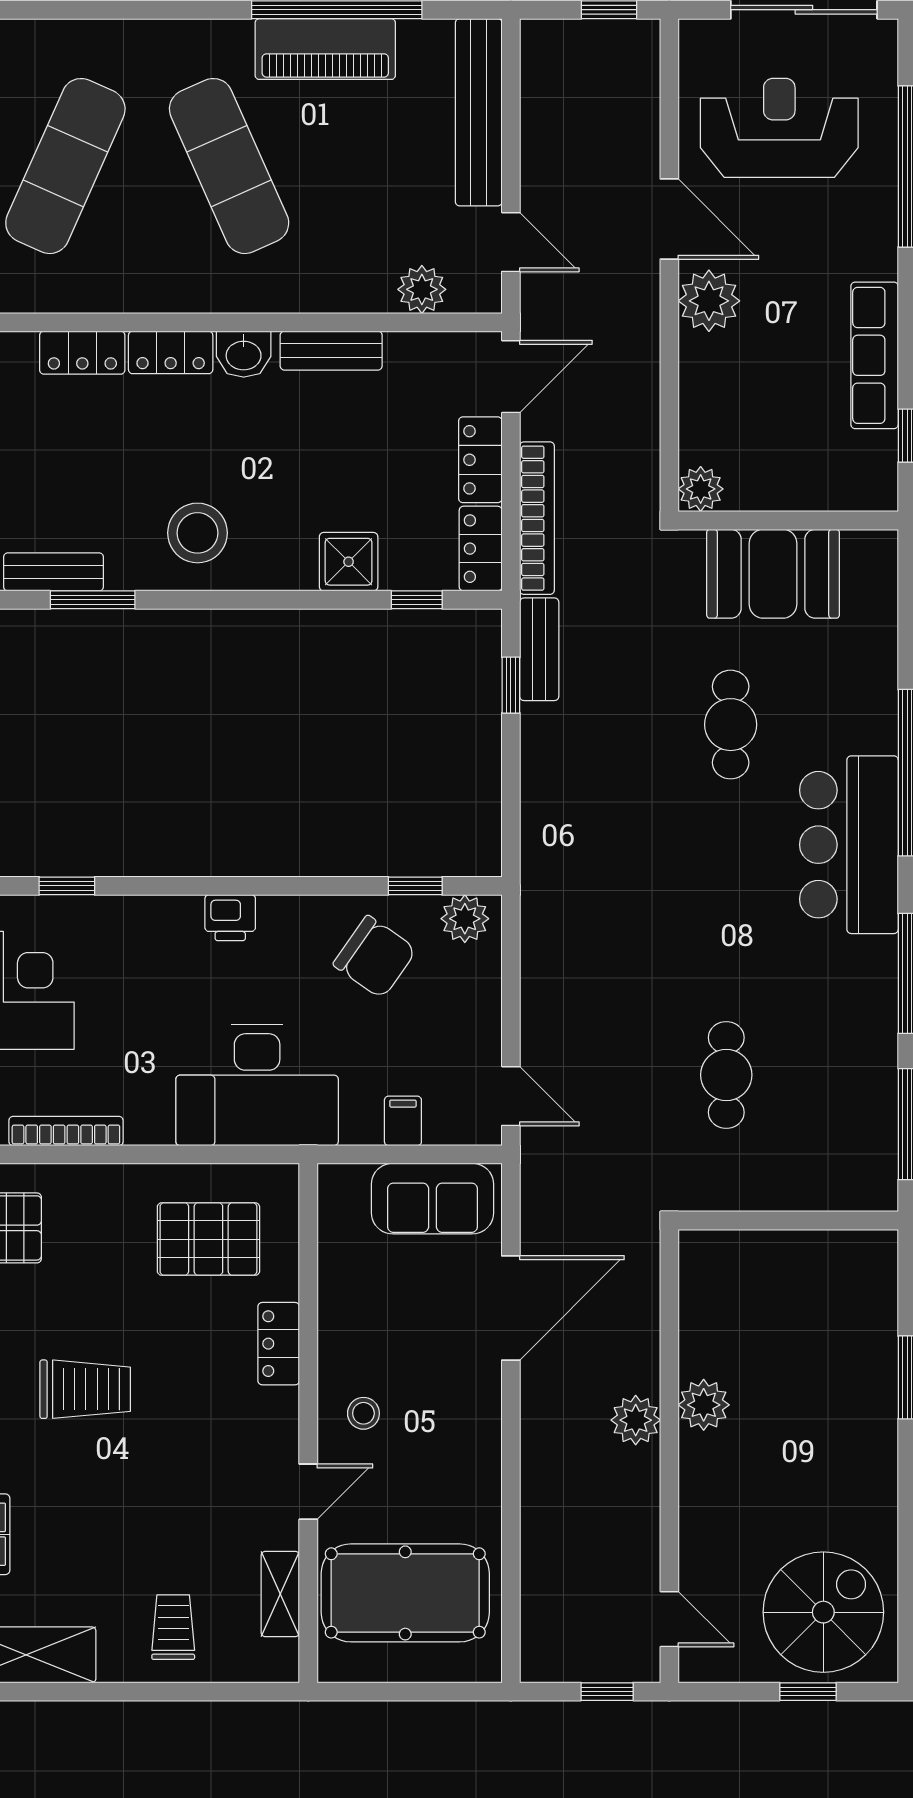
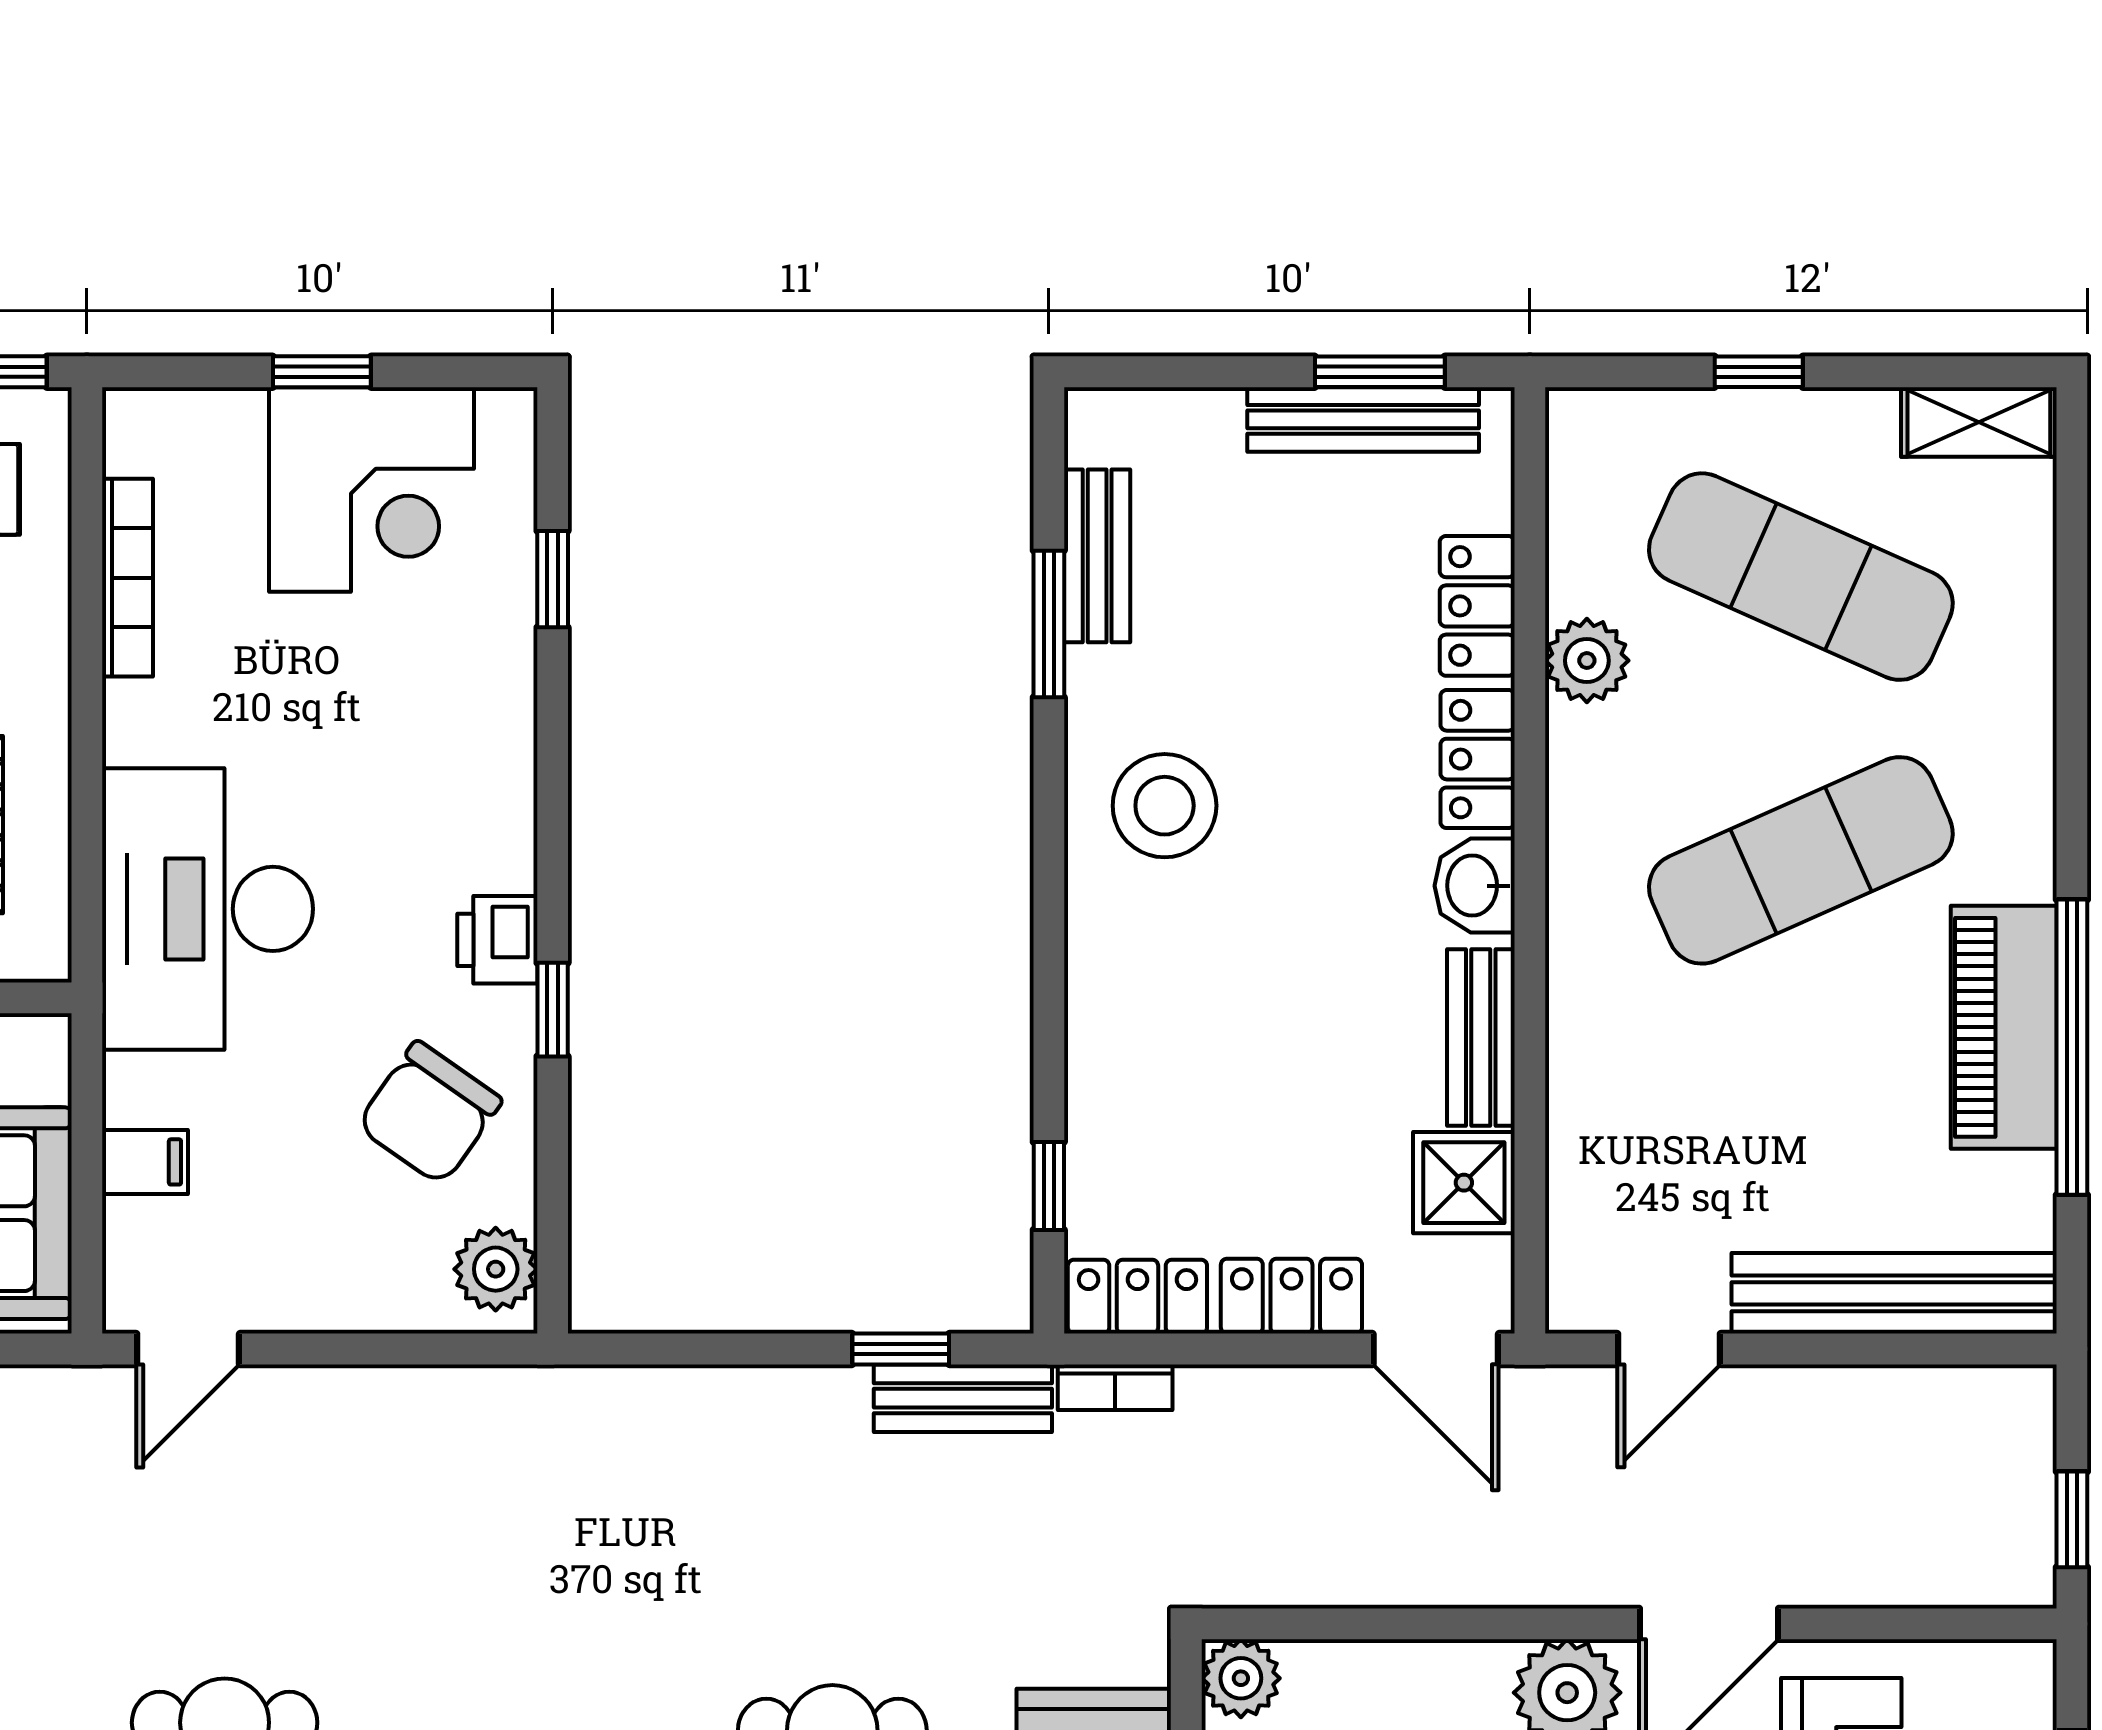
plant: (422, 289) -> (1587, 661), moved
bookcase: (537, 518) -> (1115, 1387), width x0.43, depth x0.76
shower: (349, 562) -> (1464, 1183), moved
window: (415, 886) -> (553, 1010), moved
printer: (230, 918) -> (497, 940), moved

